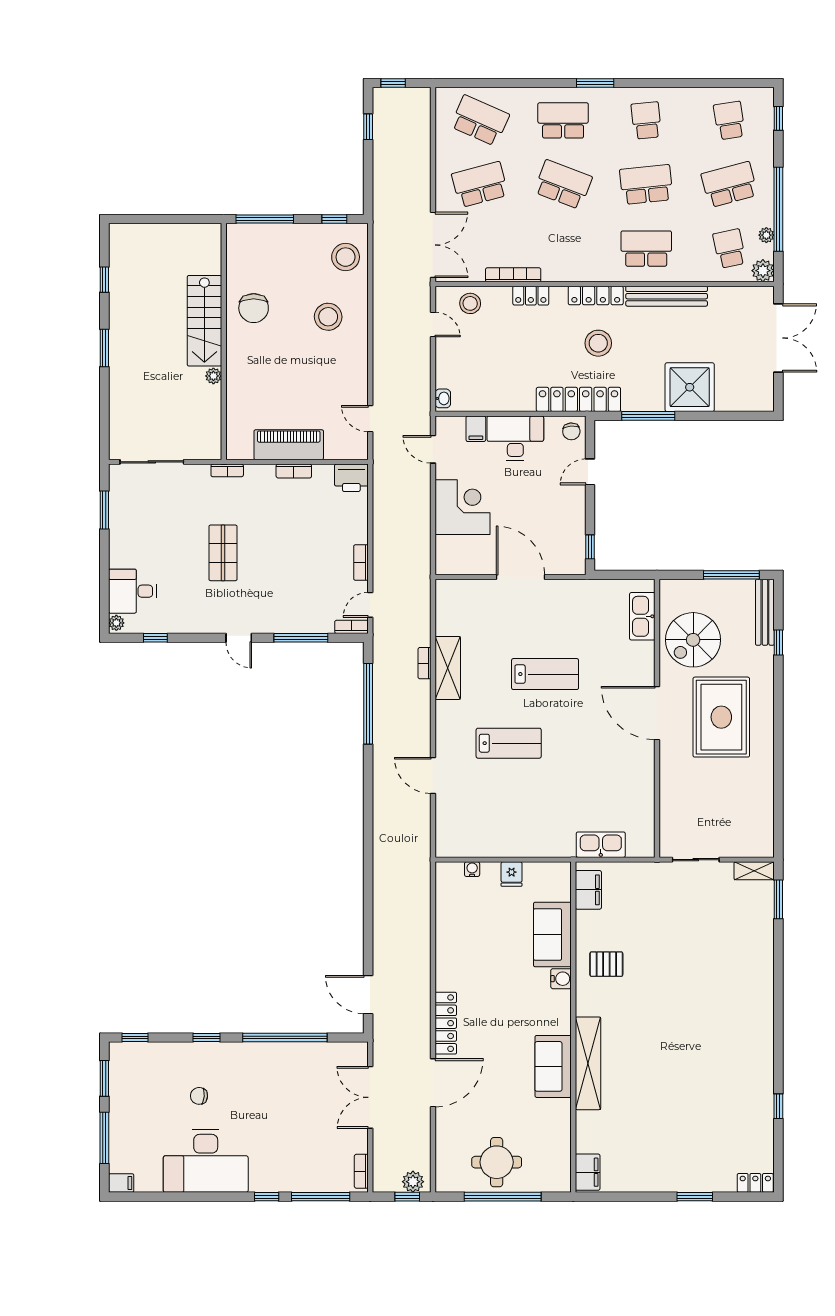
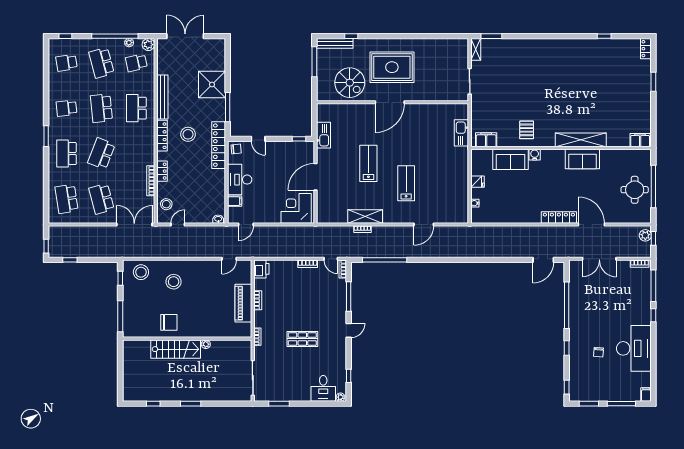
school desk: (480, 120) -> (66, 199), turned -33
corner desk: (463, 507) -> (296, 208), moved
kitchen sink: (642, 616) -> (324, 135), moved, turned -90

